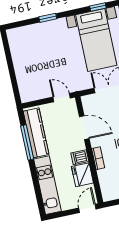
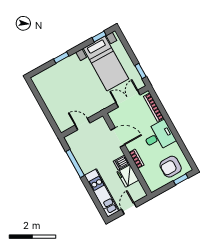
door: (62, 98) -> (82, 124), moved
kitchen counter: (36, 133) -> (80, 153), removed
door: (87, 208) -> (129, 208), moved

